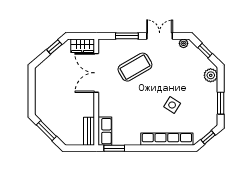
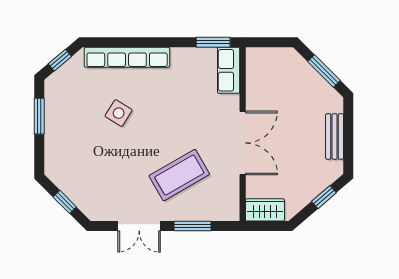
plant: (184, 43) -> (100, 214), removed
window: (54, 47) -> (324, 197), moved
double door: (96, 73) -> (243, 143), moved
plant: (211, 75) -> (55, 162), removed
bench: (89, 131) -> (334, 136), moved

